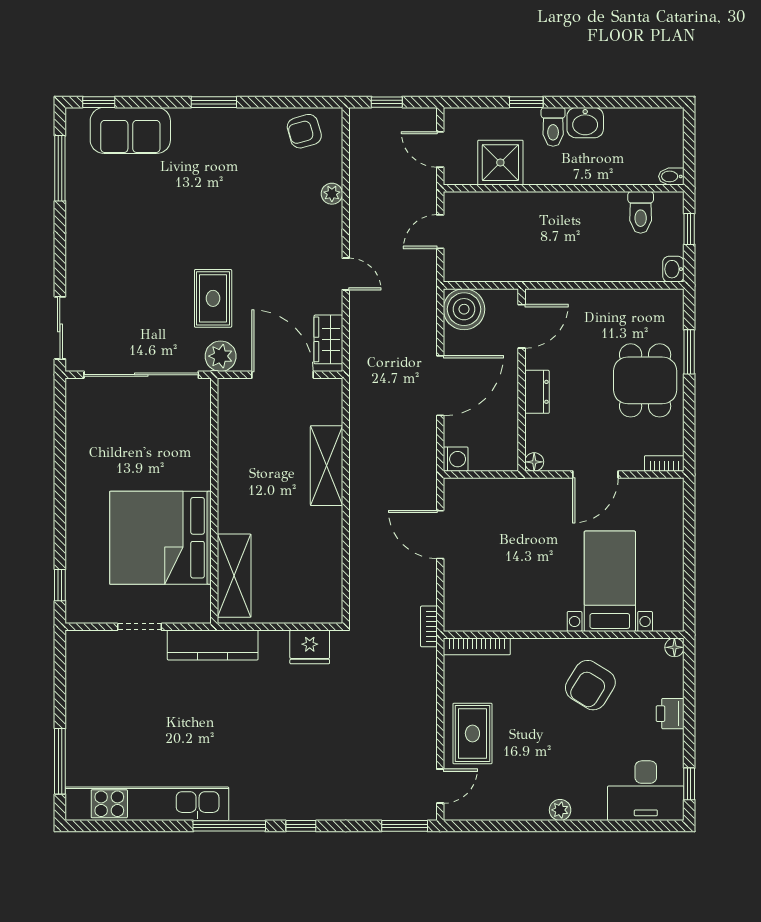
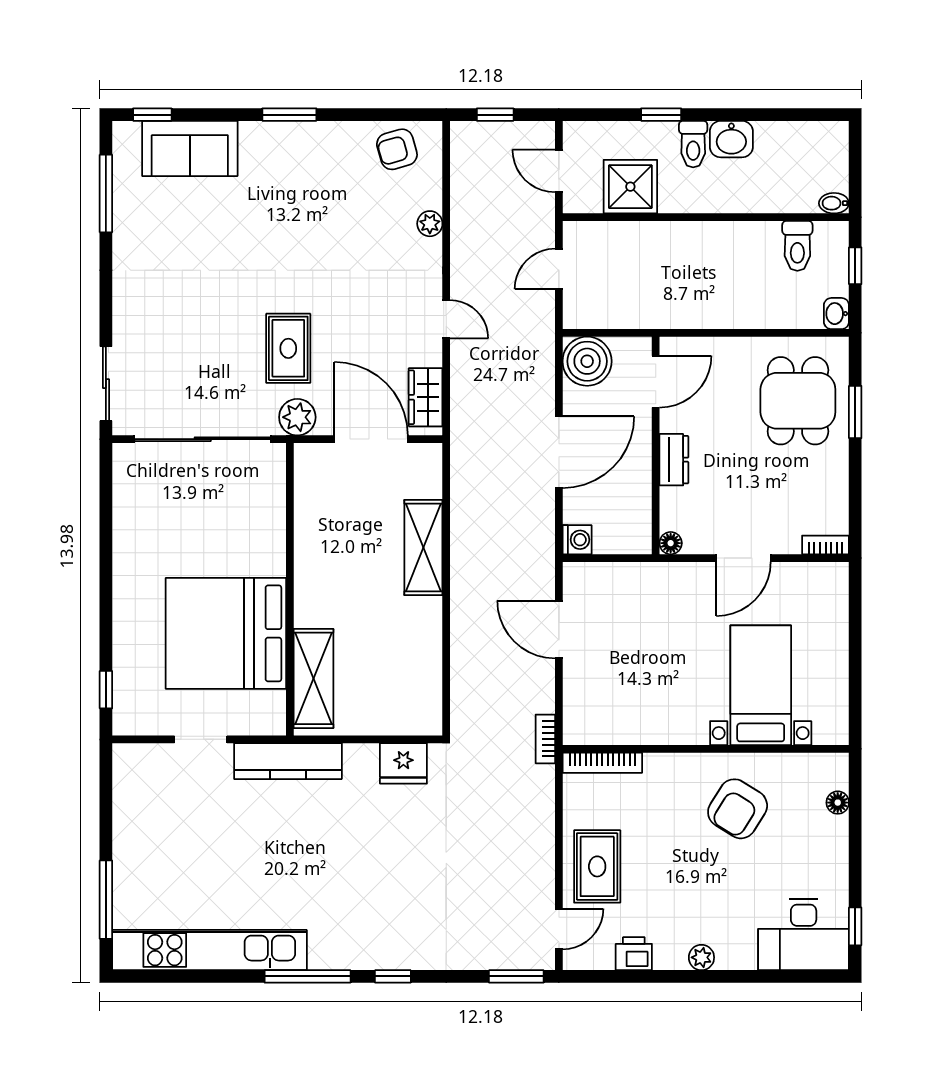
dining table: (645, 380) -> (798, 401), moved
floor lamp: (674, 647) -> (838, 803), moved
printer: (670, 714) -> (634, 954), moved, turned 90

